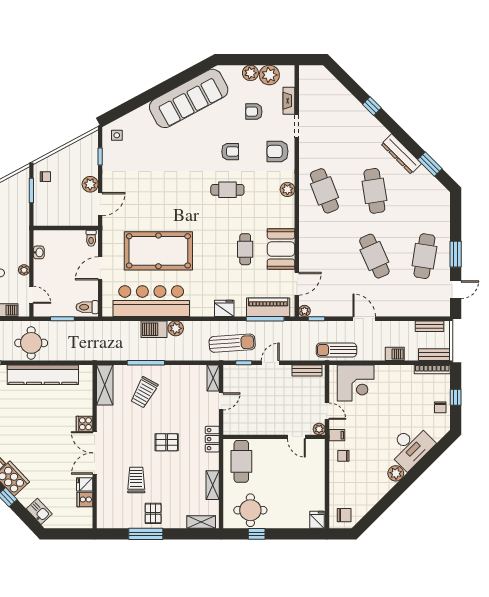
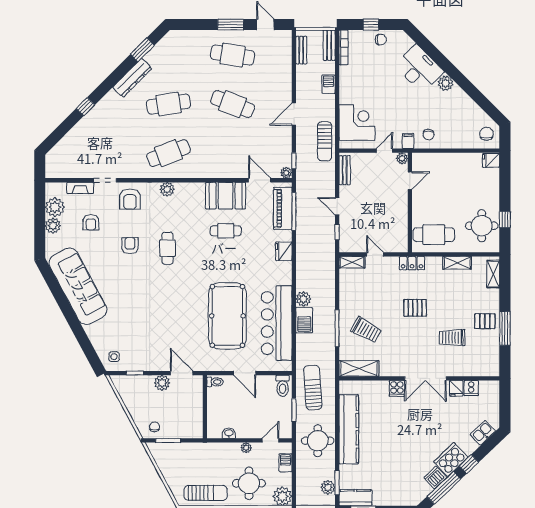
cafe table: (374, 256) -> (233, 104), turned 45
sun lounger: (232, 343) -> (313, 388), moved
pallet: (167, 442) -> (415, 308), turned 90

